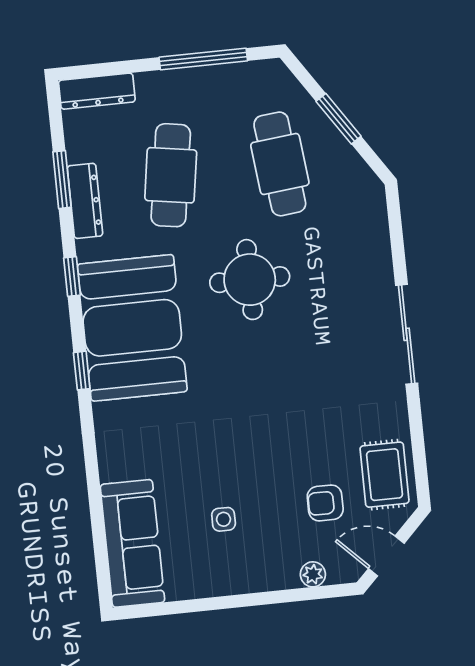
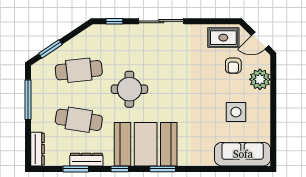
window: (339, 119) -> (50, 49), moved
window: (396, 231) -> (114, 21), added
window: (82, 371) -> (163, 169), width x1.50
side table: (224, 519) -> (236, 112), width x1.87, depth x1.87
door: (386, 556) -> (260, 41), hinge flipped
plant: (313, 574) -> (260, 79), width x1.88, depth x1.88

